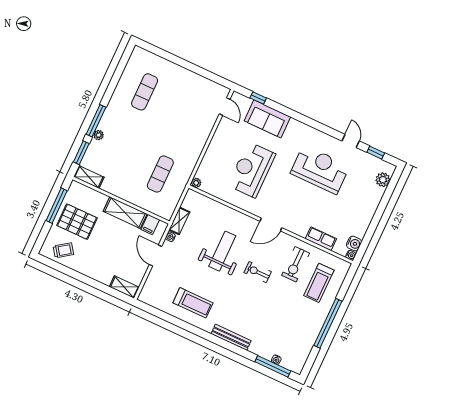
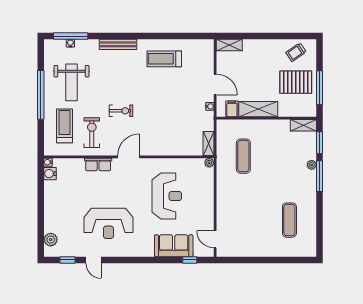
shelving: (179, 221) -> (208, 144), moved
row of seats: (321, 239) -> (98, 164), moved
weight bench: (222, 251) -> (72, 82), moved

